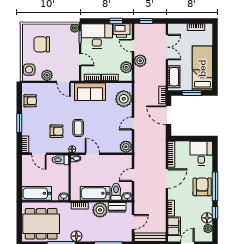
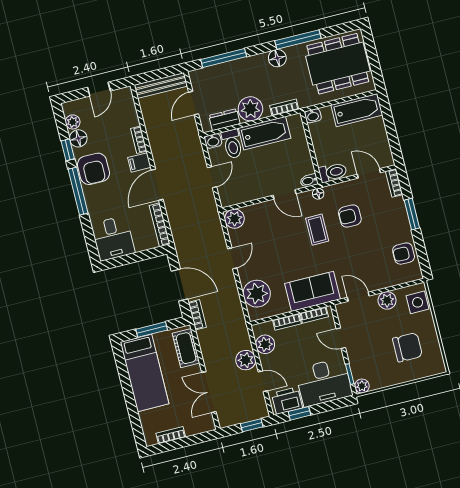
armchair: (202, 187) -> (93, 169), moved
filing cabinet: (174, 226) -> (139, 162), moved, width x0.50

